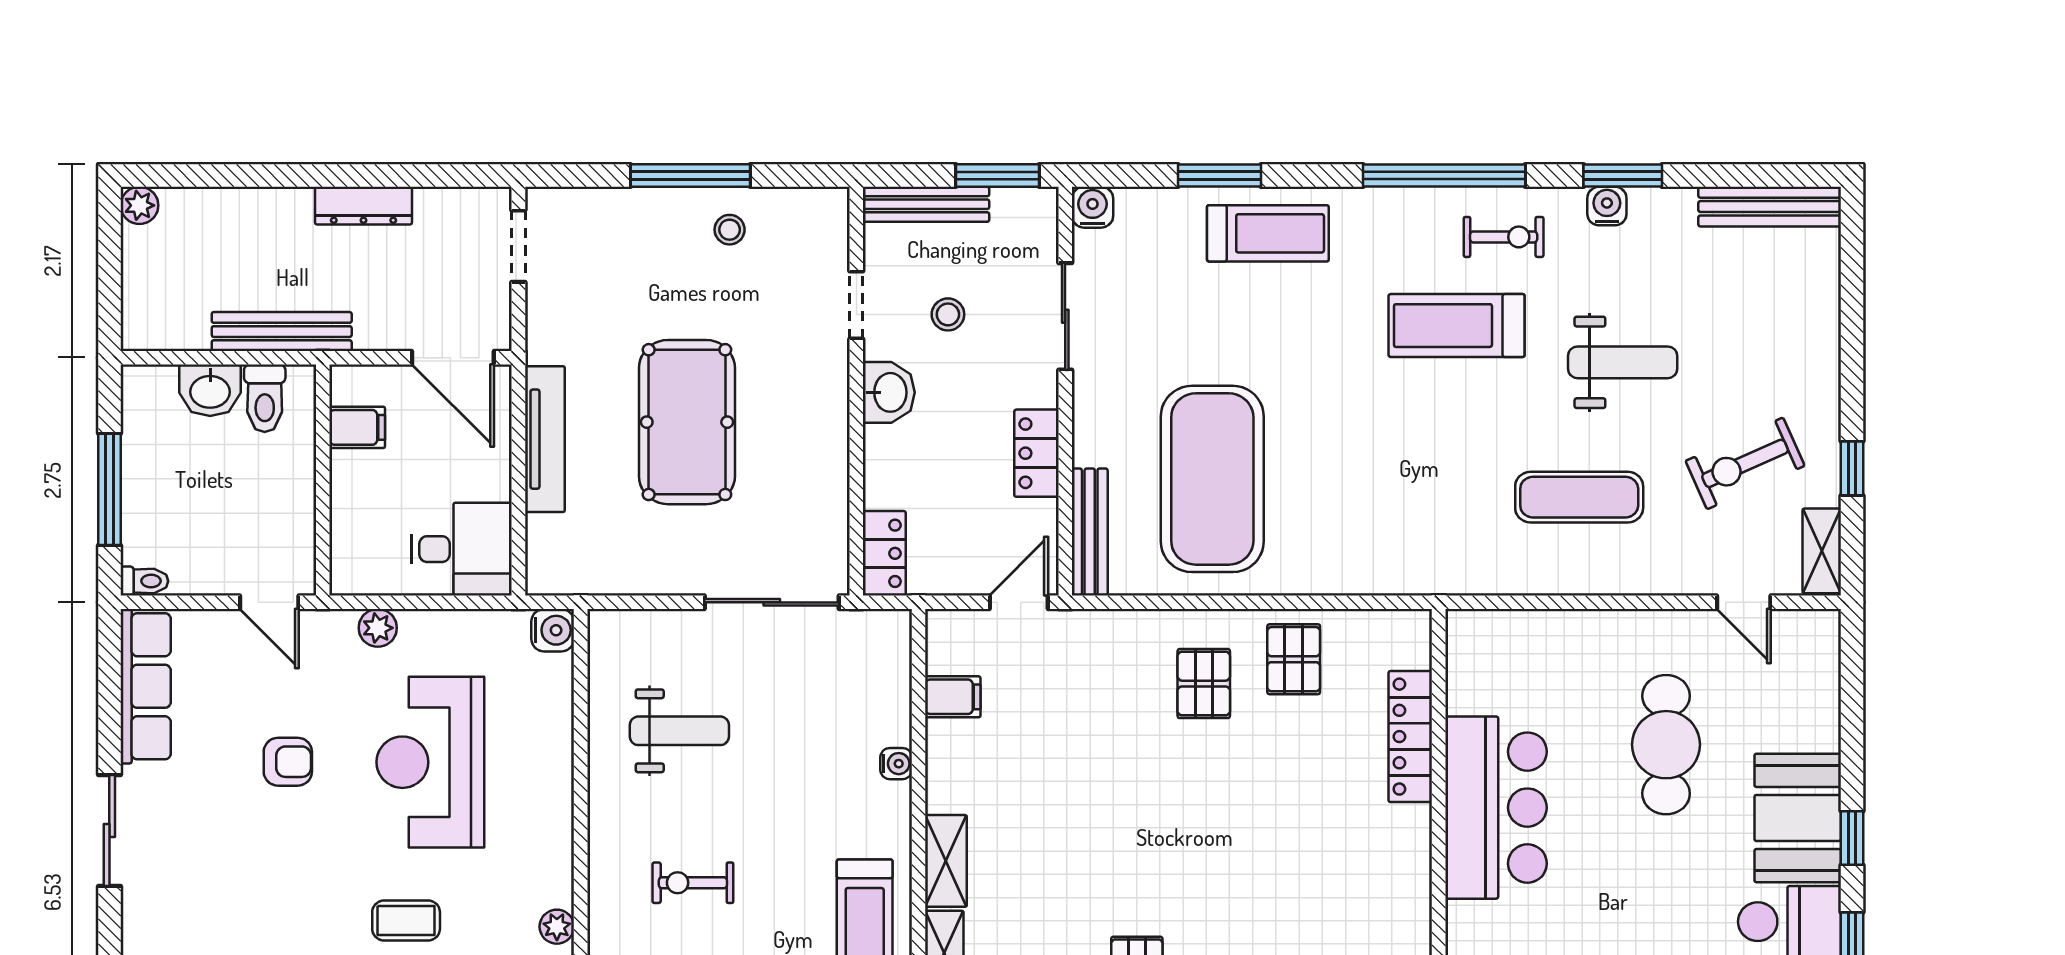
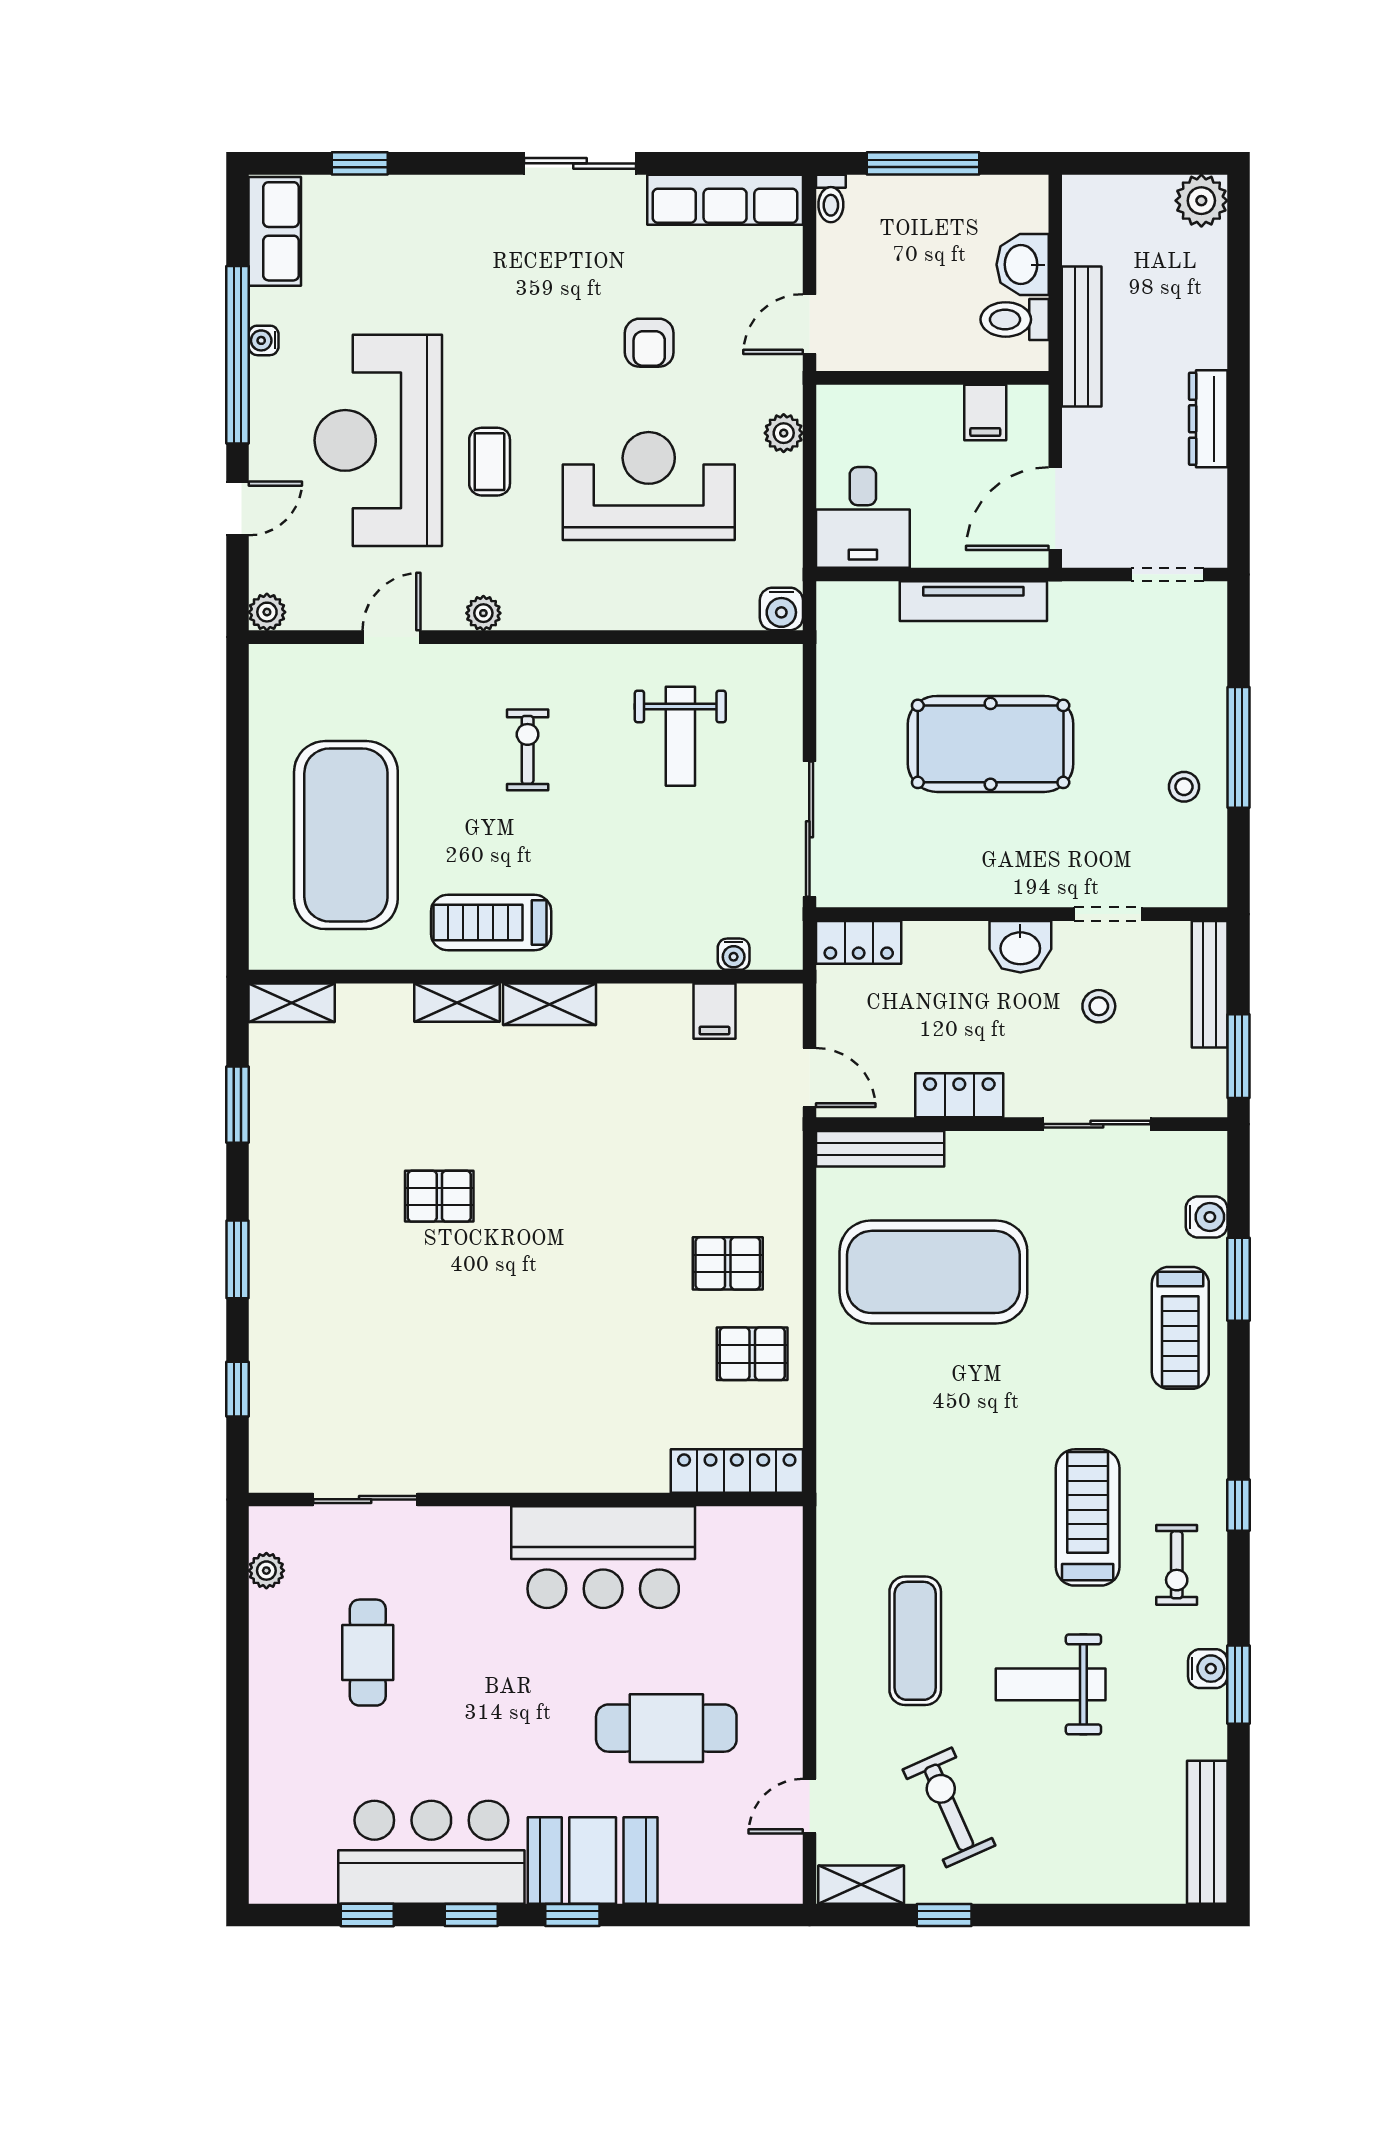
window: (1444, 175) -> (1238, 1505), width x0.32
plant: (139, 205) -> (1201, 201), width x1.38, depth x1.38
water cooler: (1093, 207) -> (1207, 1217), moved
weight bench: (1623, 362) -> (1051, 1684), turned 90
locker: (1410, 737) -> (737, 1471), moved
water cooler: (896, 764) -> (734, 954), moved

